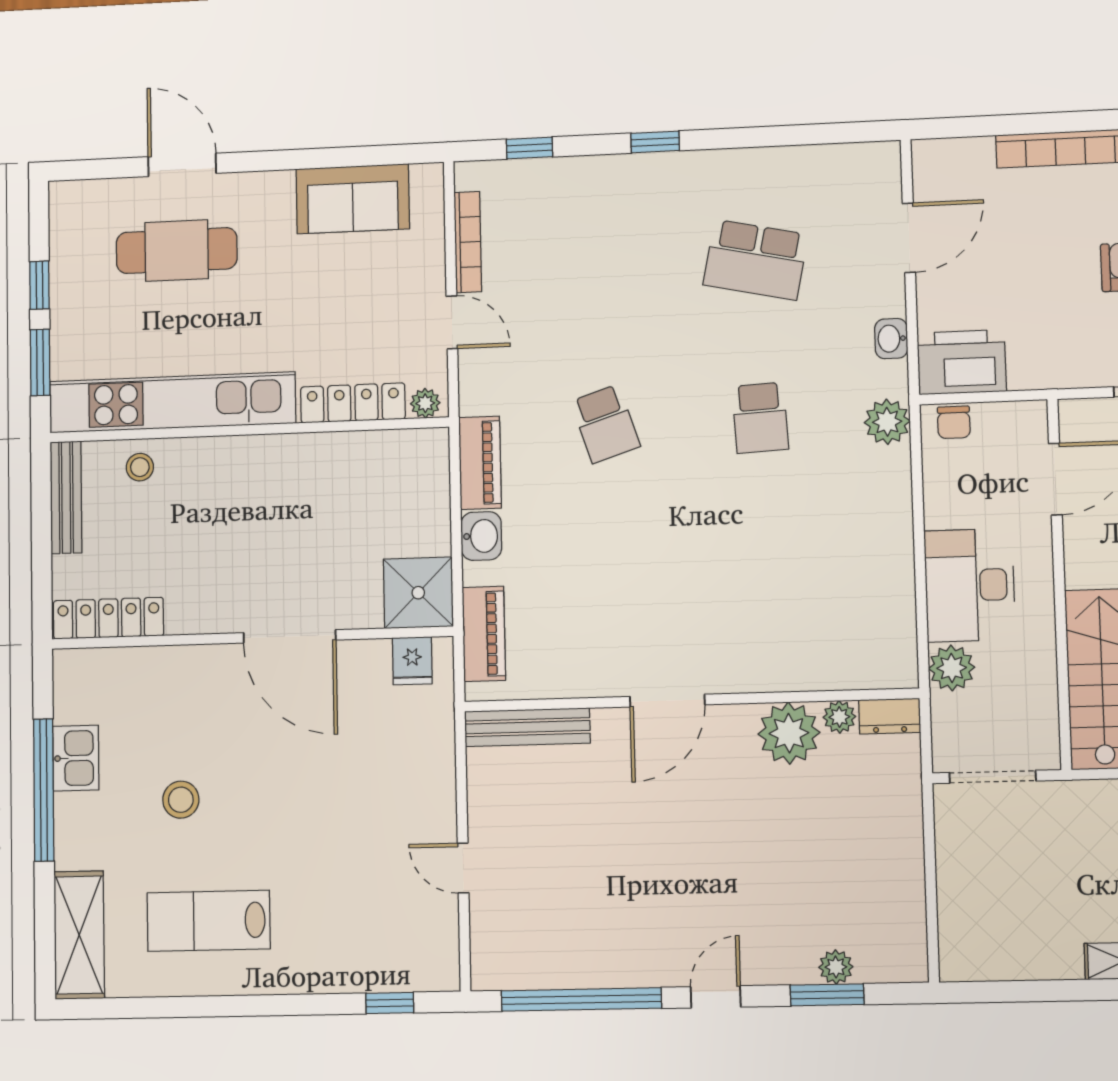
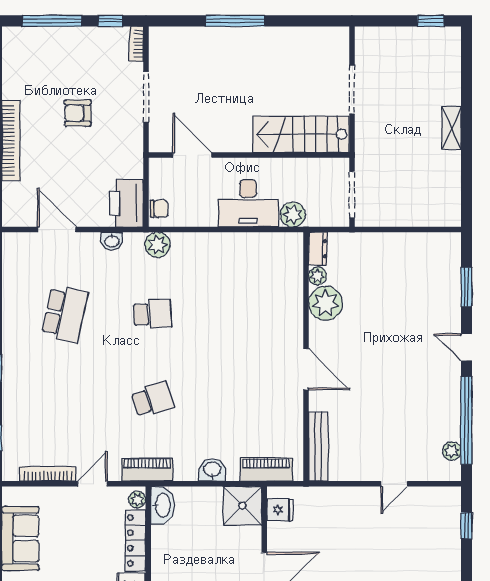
washbasin: (416, 449) -> (162, 505), added
piano: (480, 463) -> (147, 470), moved
plant: (836, 967) -> (452, 451), moved

